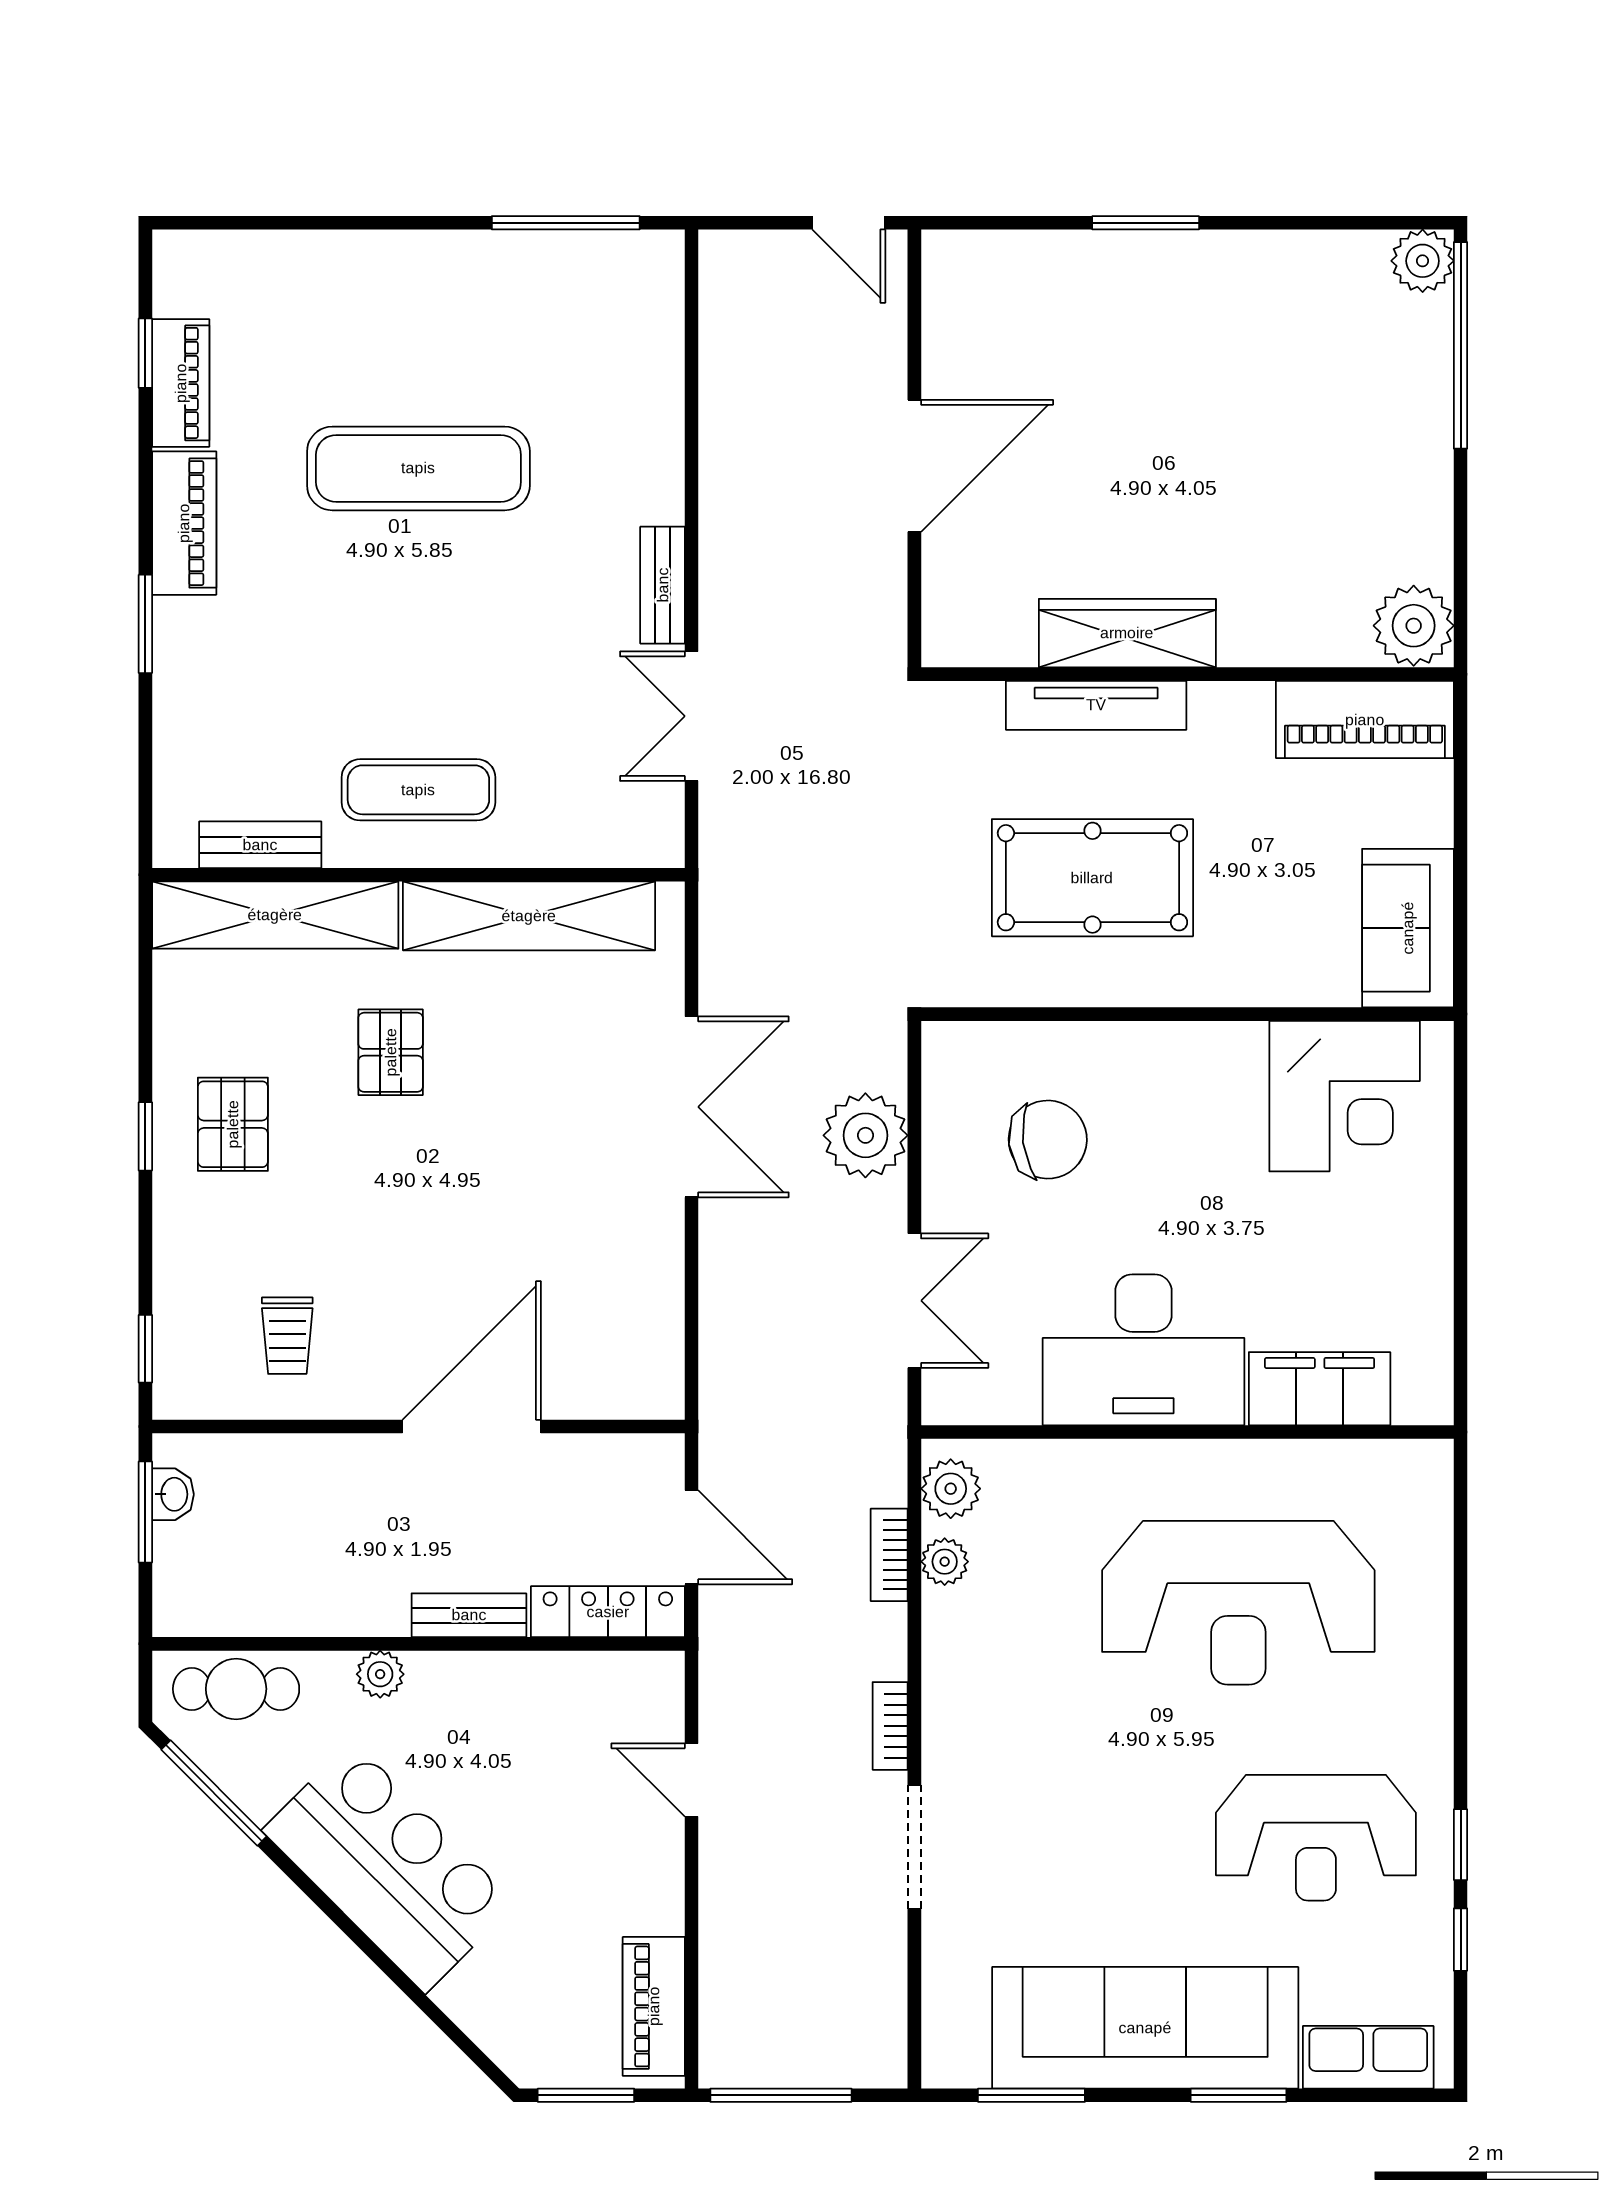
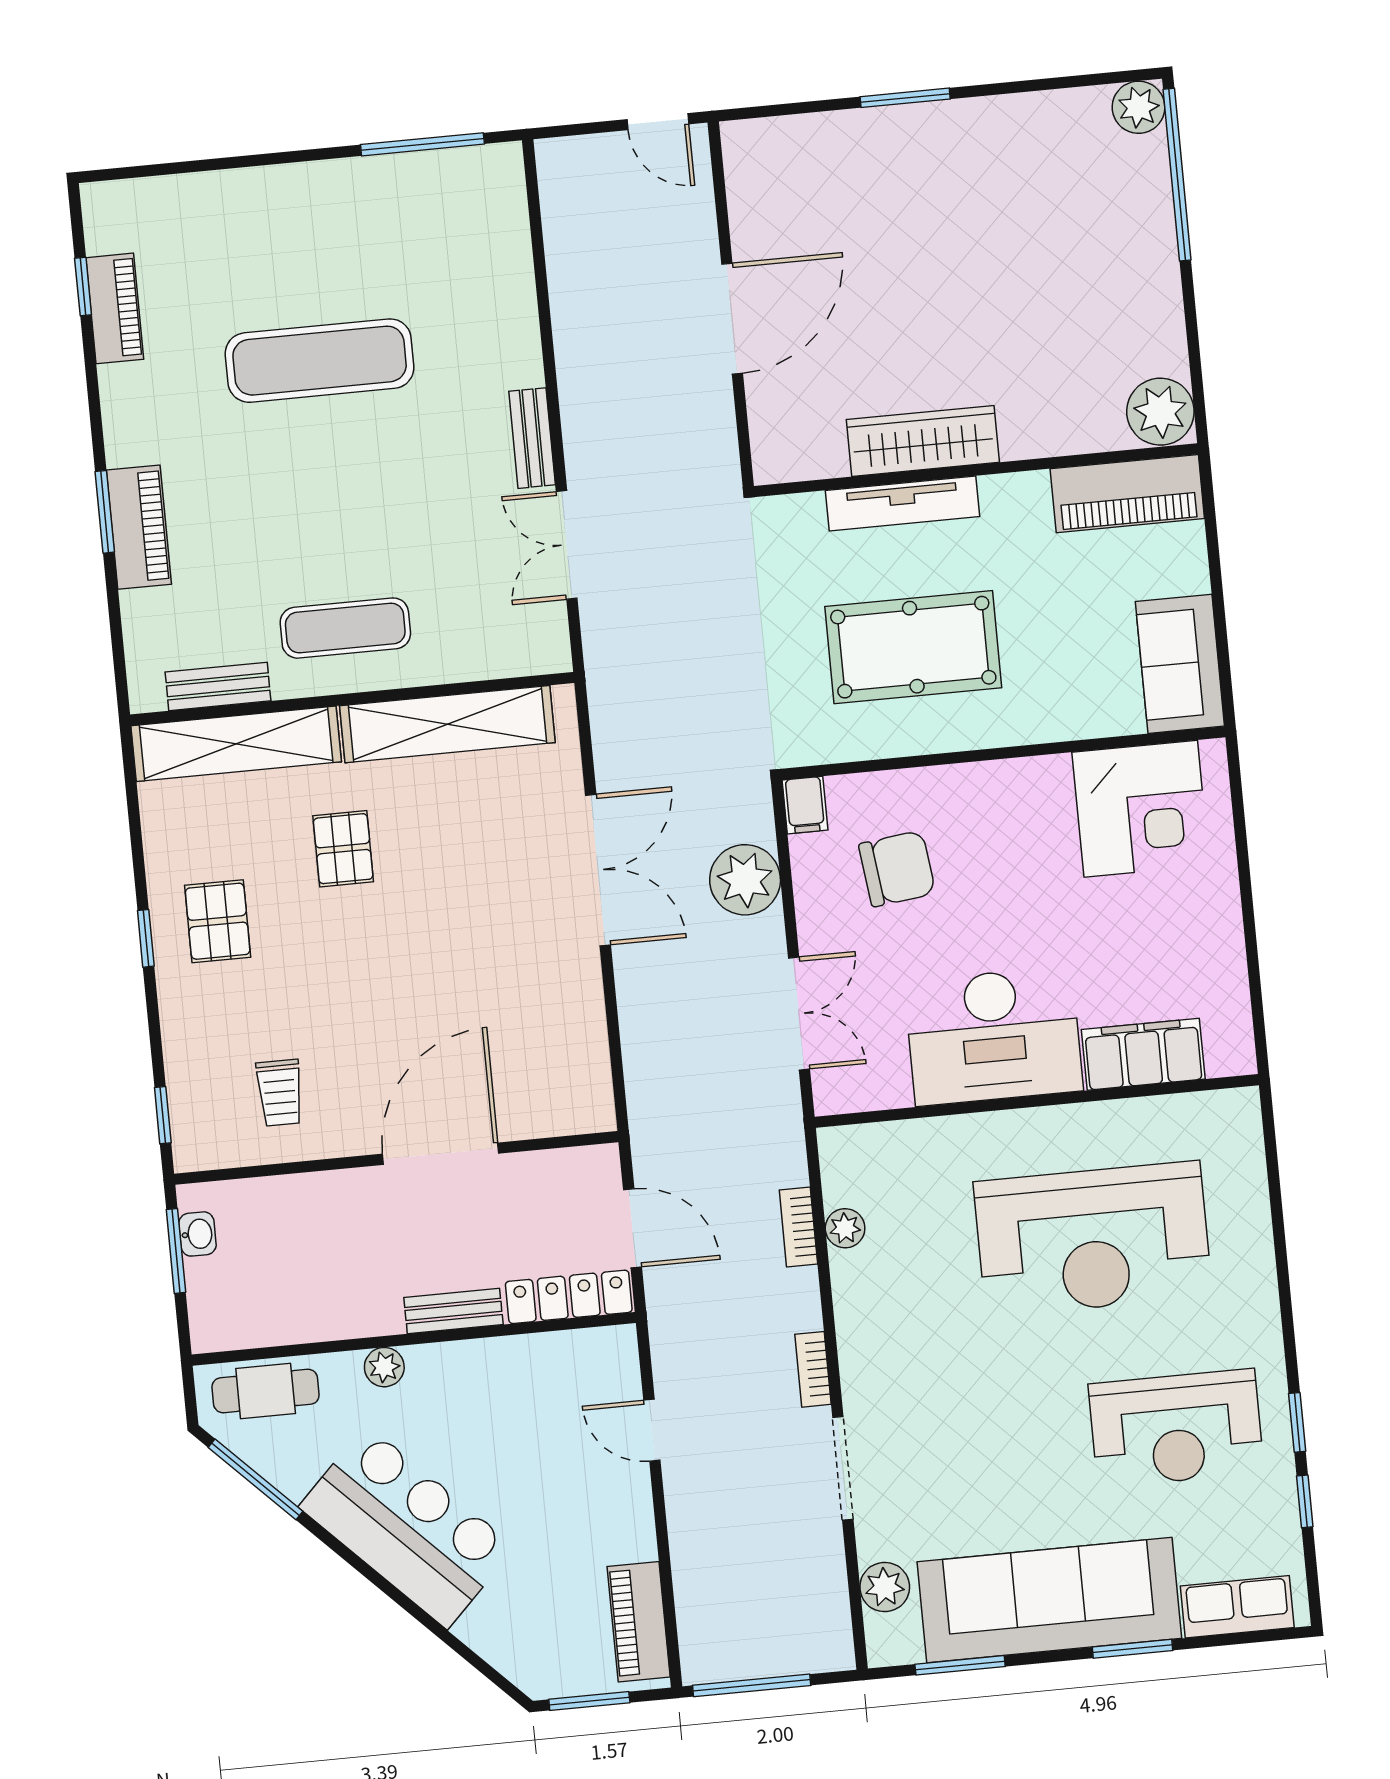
piano: (184, 523) -> (139, 527), moved
filing cabinet: (945, 1053) -> (805, 805), added
plant: (951, 1489) -> (885, 1587), moved

